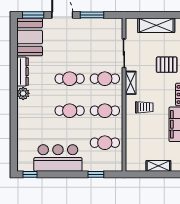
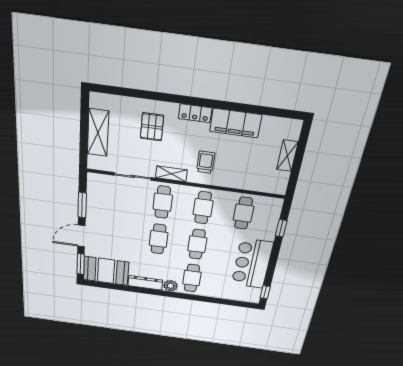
cafe table: (34, 111) -> (192, 278), added

